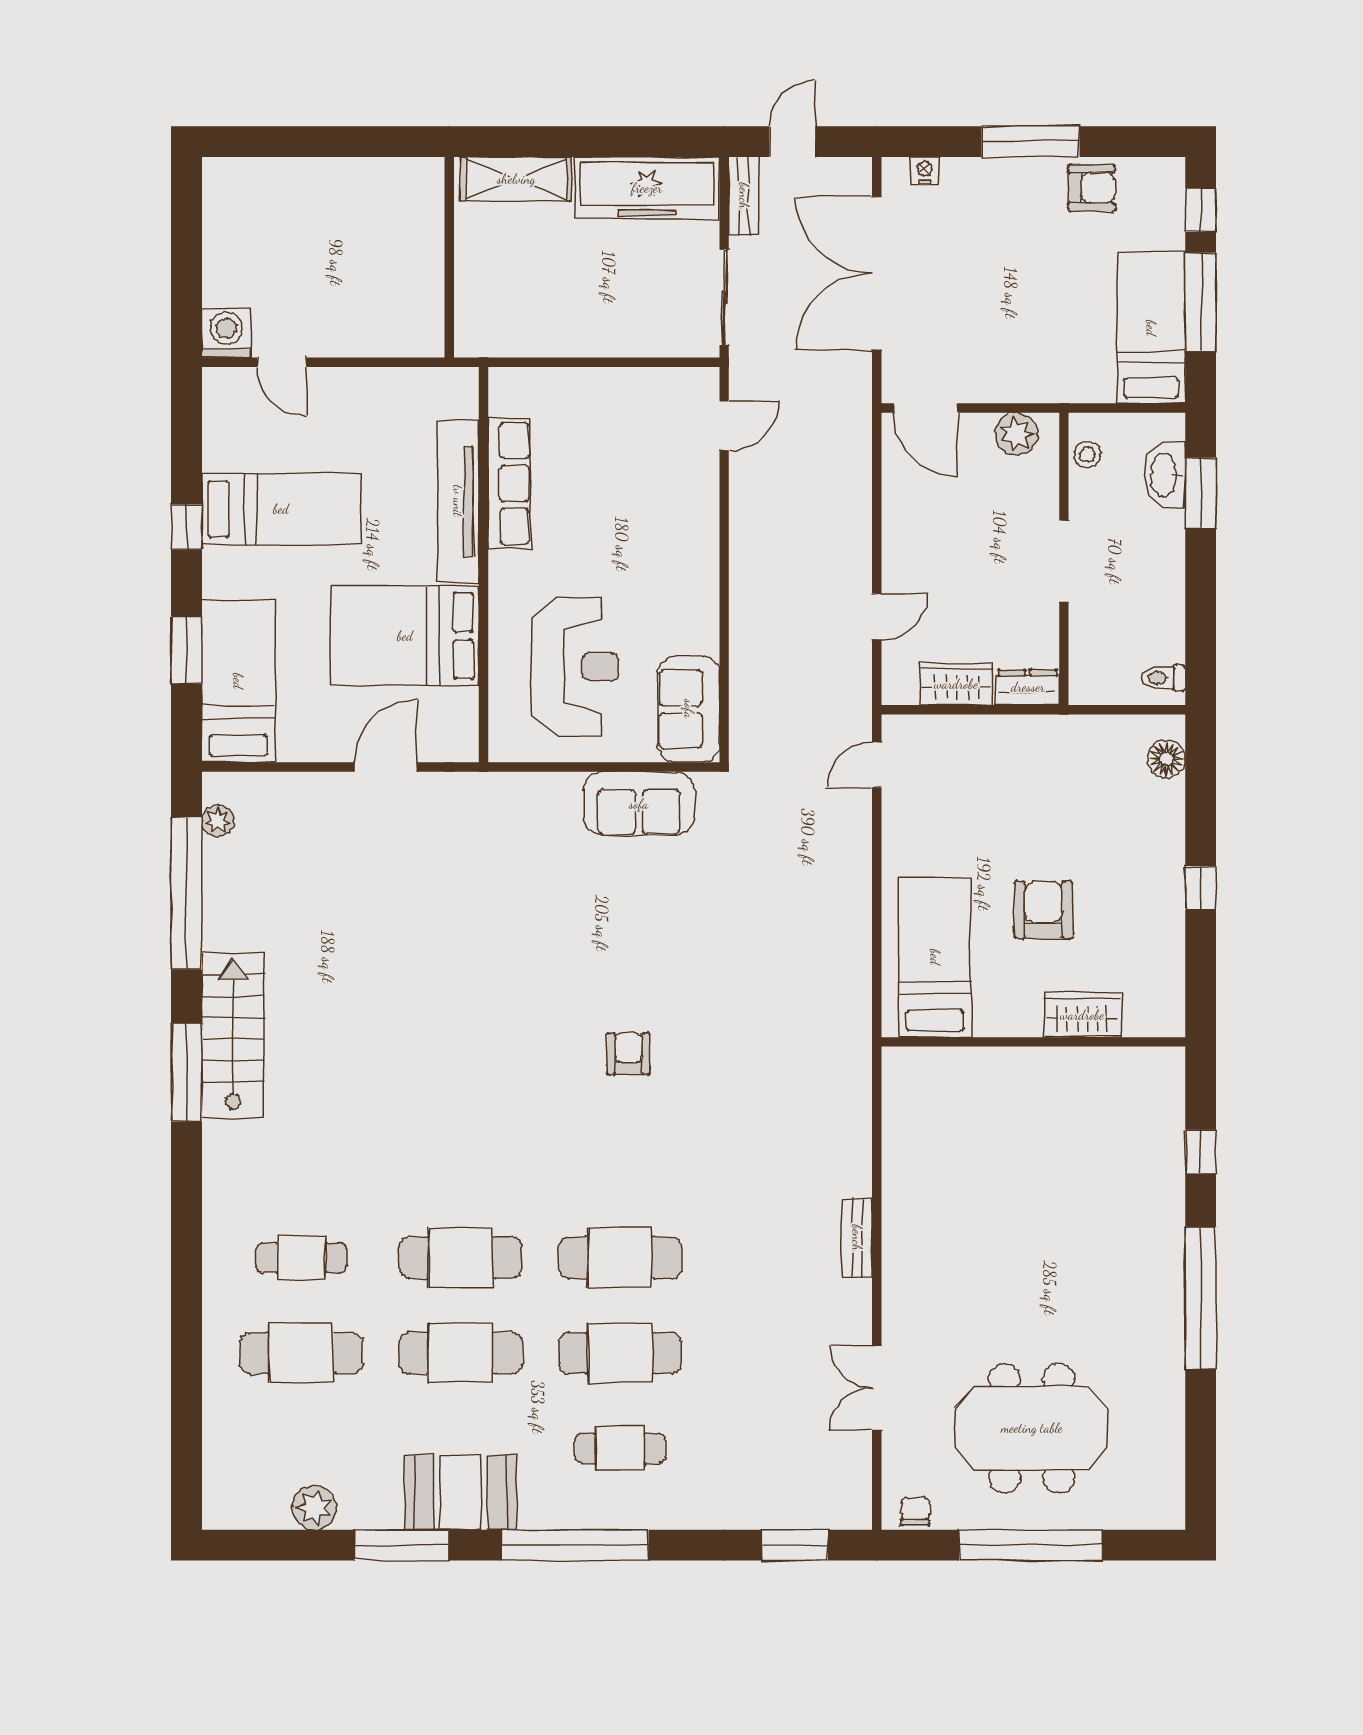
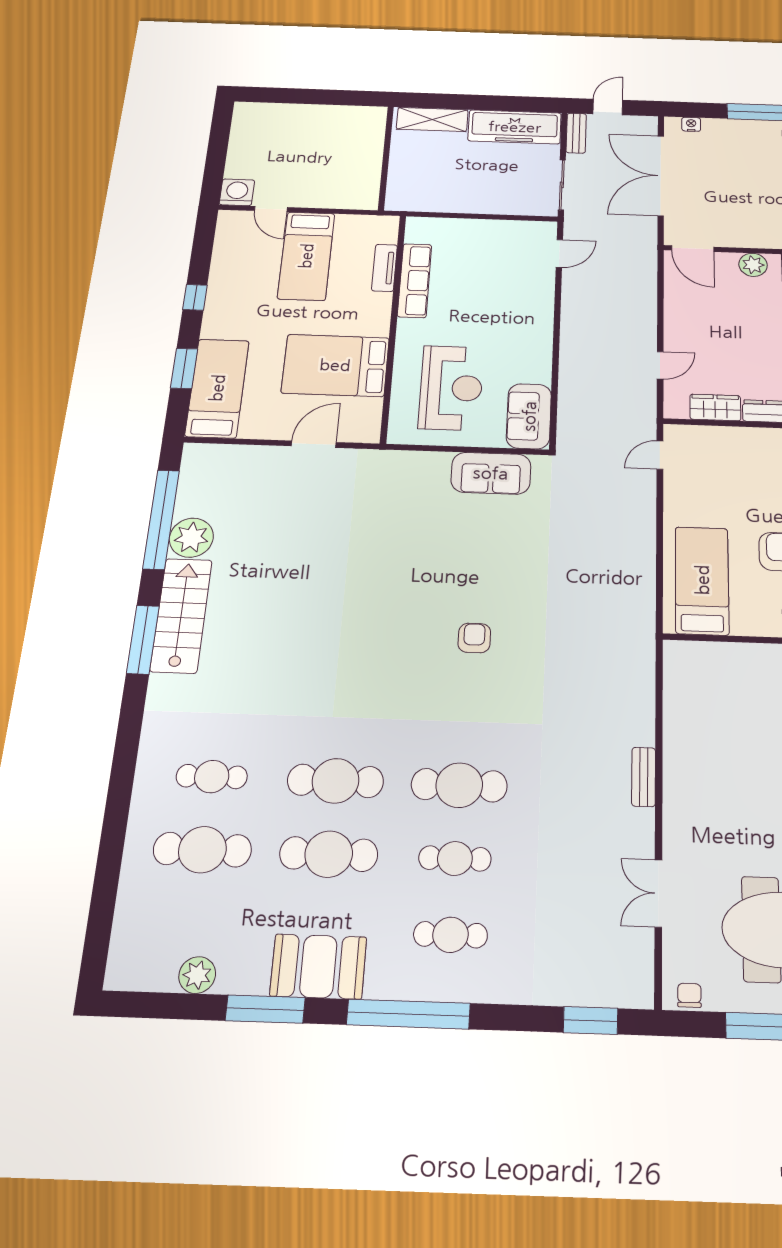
tv unit: (458, 501) -> (384, 268), width x0.52, depth x0.78
bed: (281, 509) -> (306, 256), moved, turned 90
plant: (218, 821) -> (191, 538), moved, width x1.88, depth x1.88
cafe table: (620, 1353) -> (455, 858), width x0.73, depth x0.74

